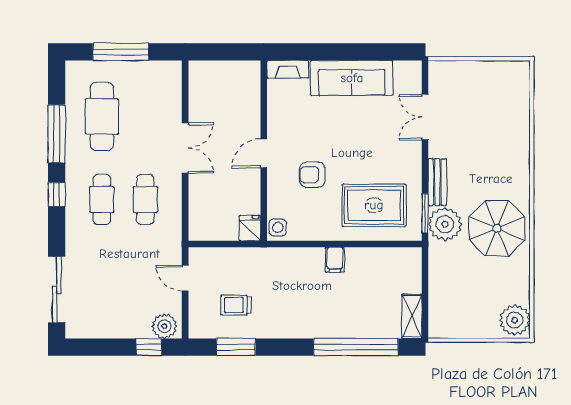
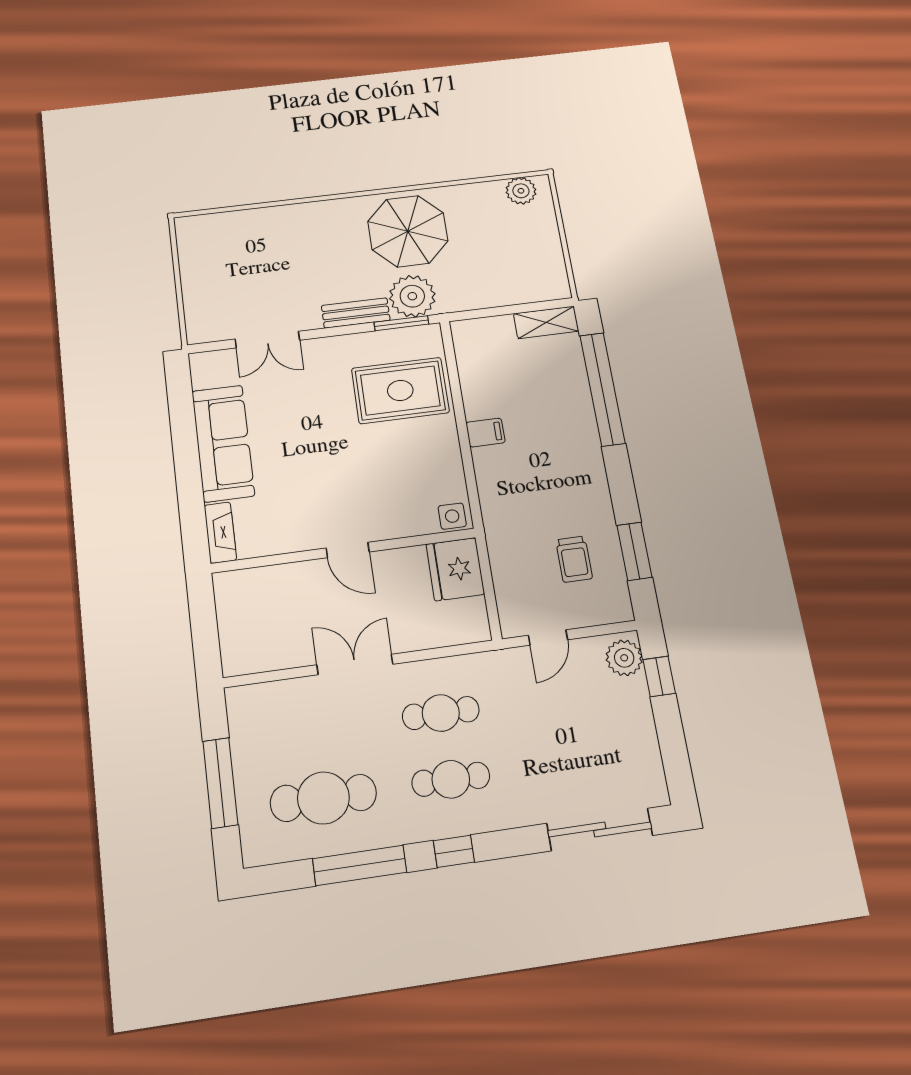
armchair: (312, 175) -> (369, 479), removed
rug: (374, 205) -> (400, 390), turned 90
fridge: (250, 228) -> (455, 569), width x1.88, depth x1.34
plant: (515, 320) -> (521, 191), width x0.73, depth x0.73

